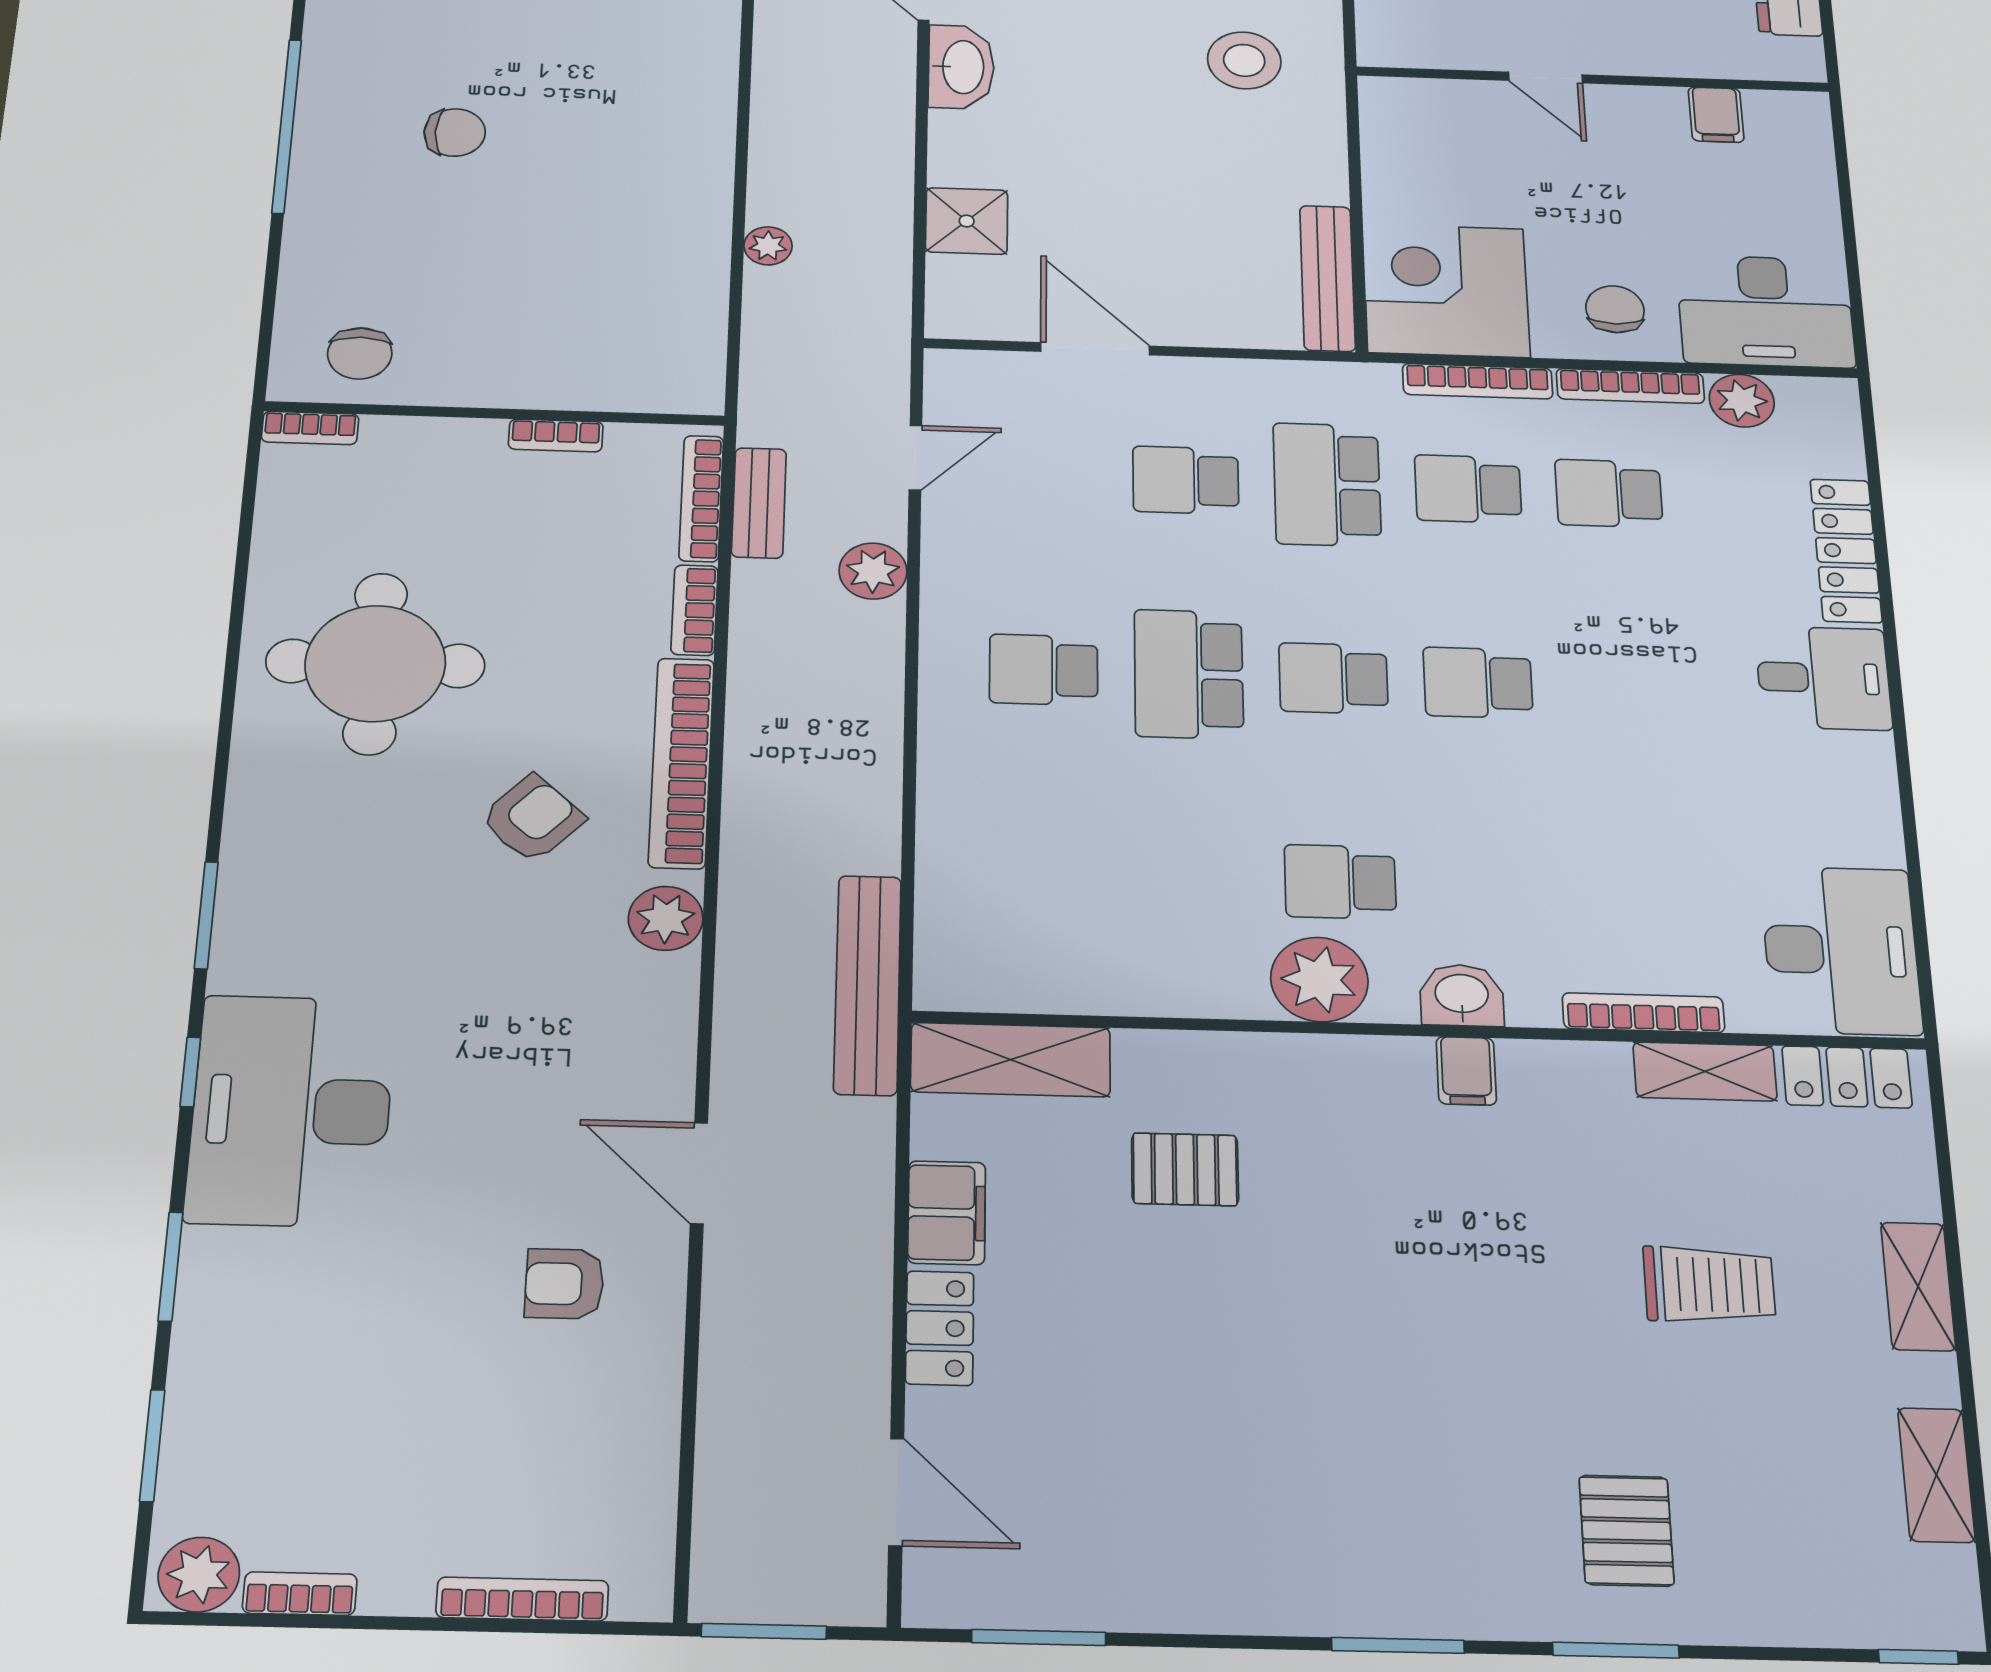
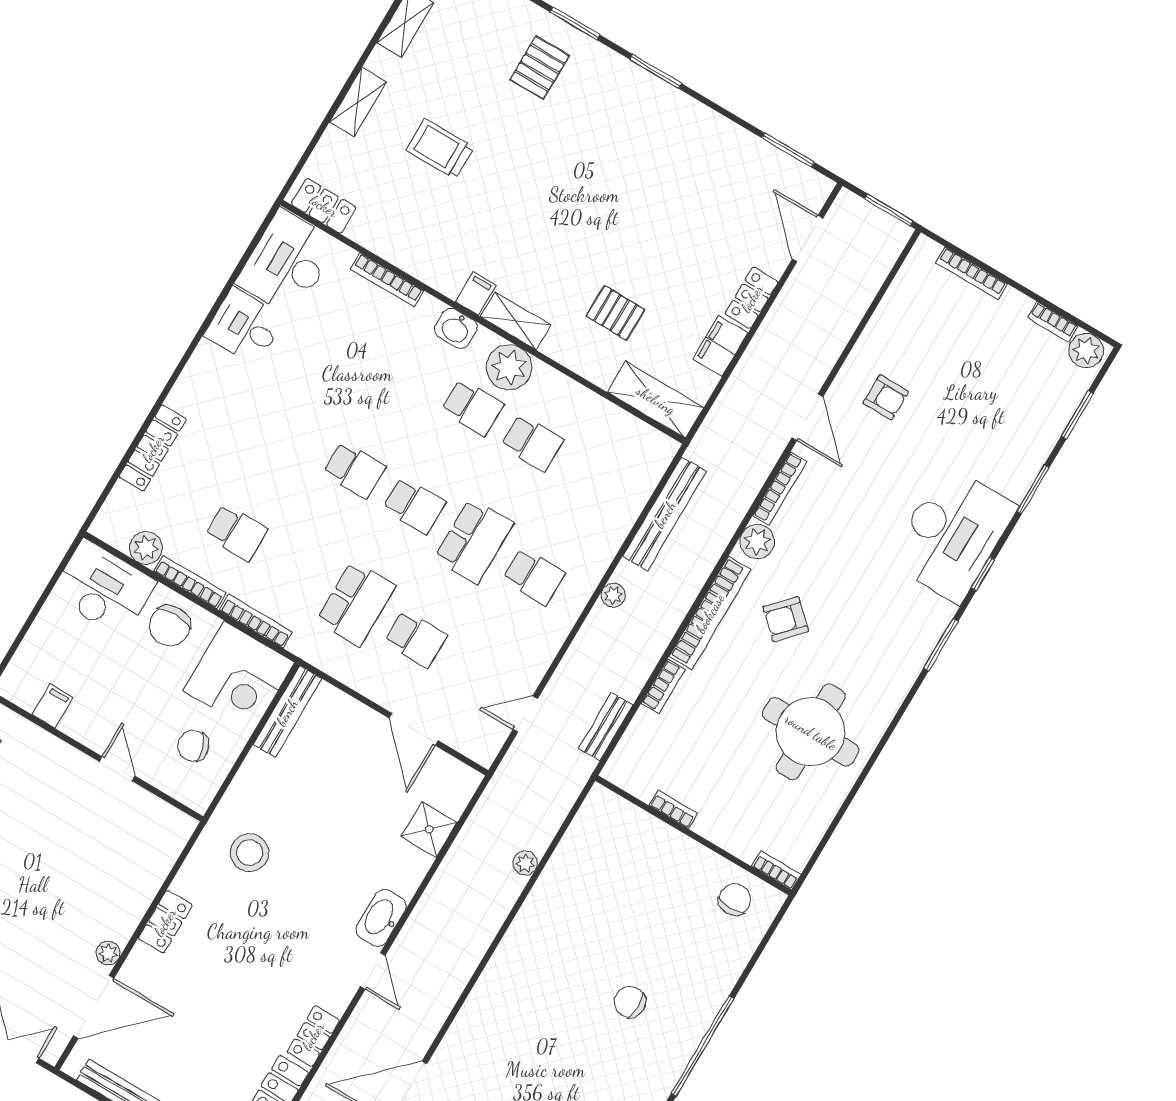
chair: (1447, 162) -> (193, 746), added
chair: (1615, 309) -> (170, 626), width x1.37, depth x1.37
school desk: (1468, 489) -> (532, 443), moved
bookcase: (701, 498) -> (780, 489), moved
plant: (873, 571) -> (613, 595), moved, width x0.73, depth x0.73
desk: (1823, 678) -> (245, 327), moved
bench: (868, 985) -> (665, 514), moved
shelving: (1705, 1071) -> (516, 321), moved

